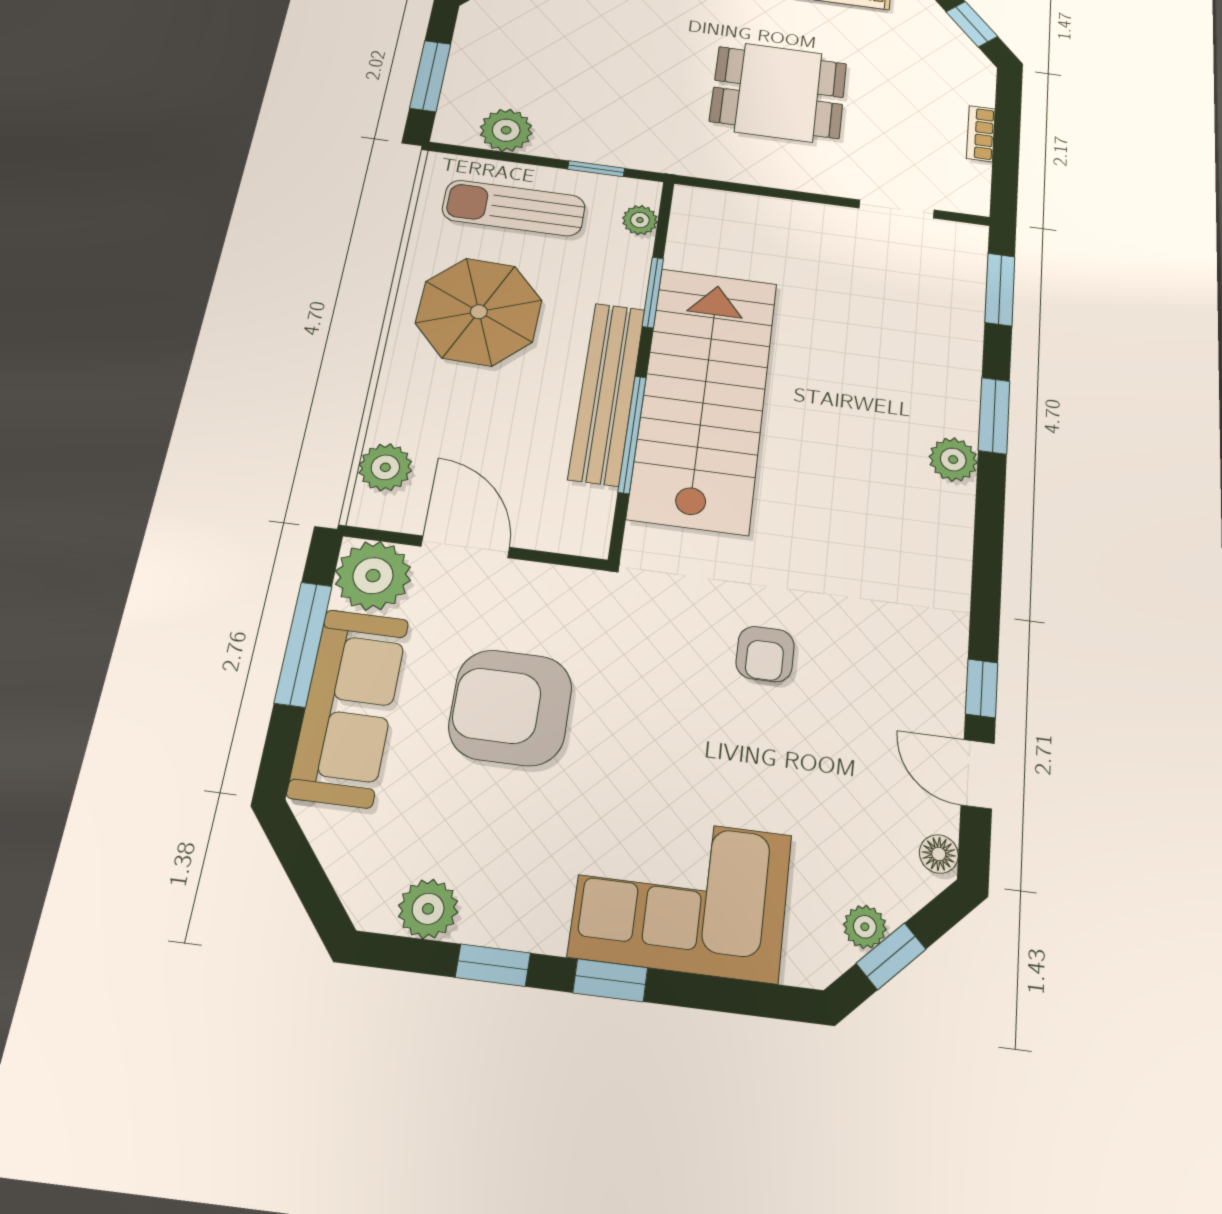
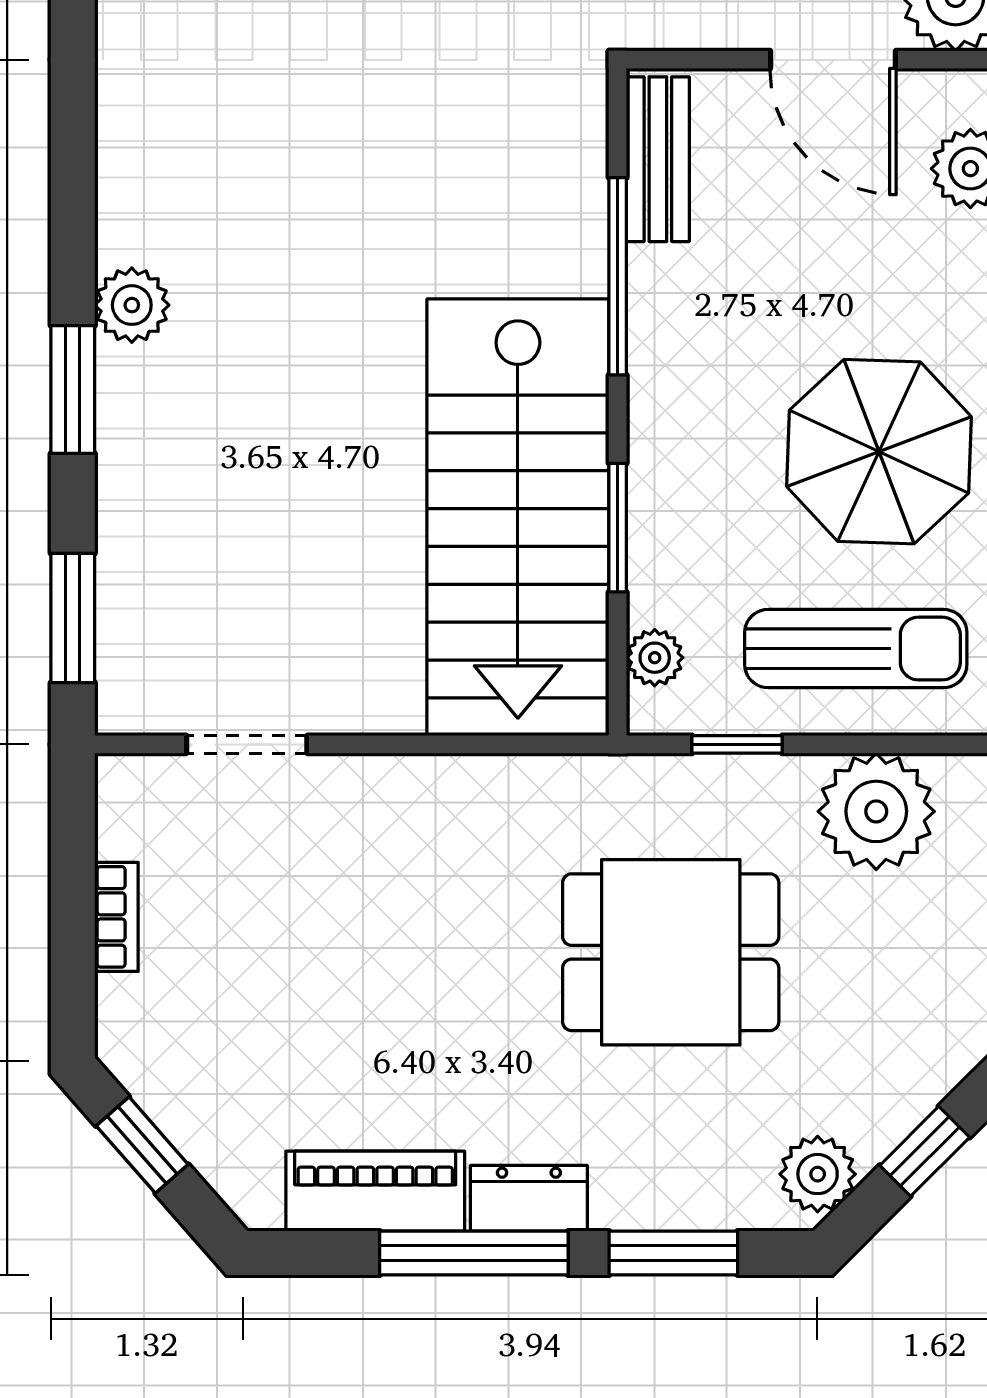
dining table: (779, 92) -> (671, 952), moved
plant: (506, 130) -> (876, 811), width x1.36, depth x1.36
bench: (607, 393) -> (658, 159), moved, width x0.54, depth x0.82
stairs: (704, 398) -> (518, 517), moved

